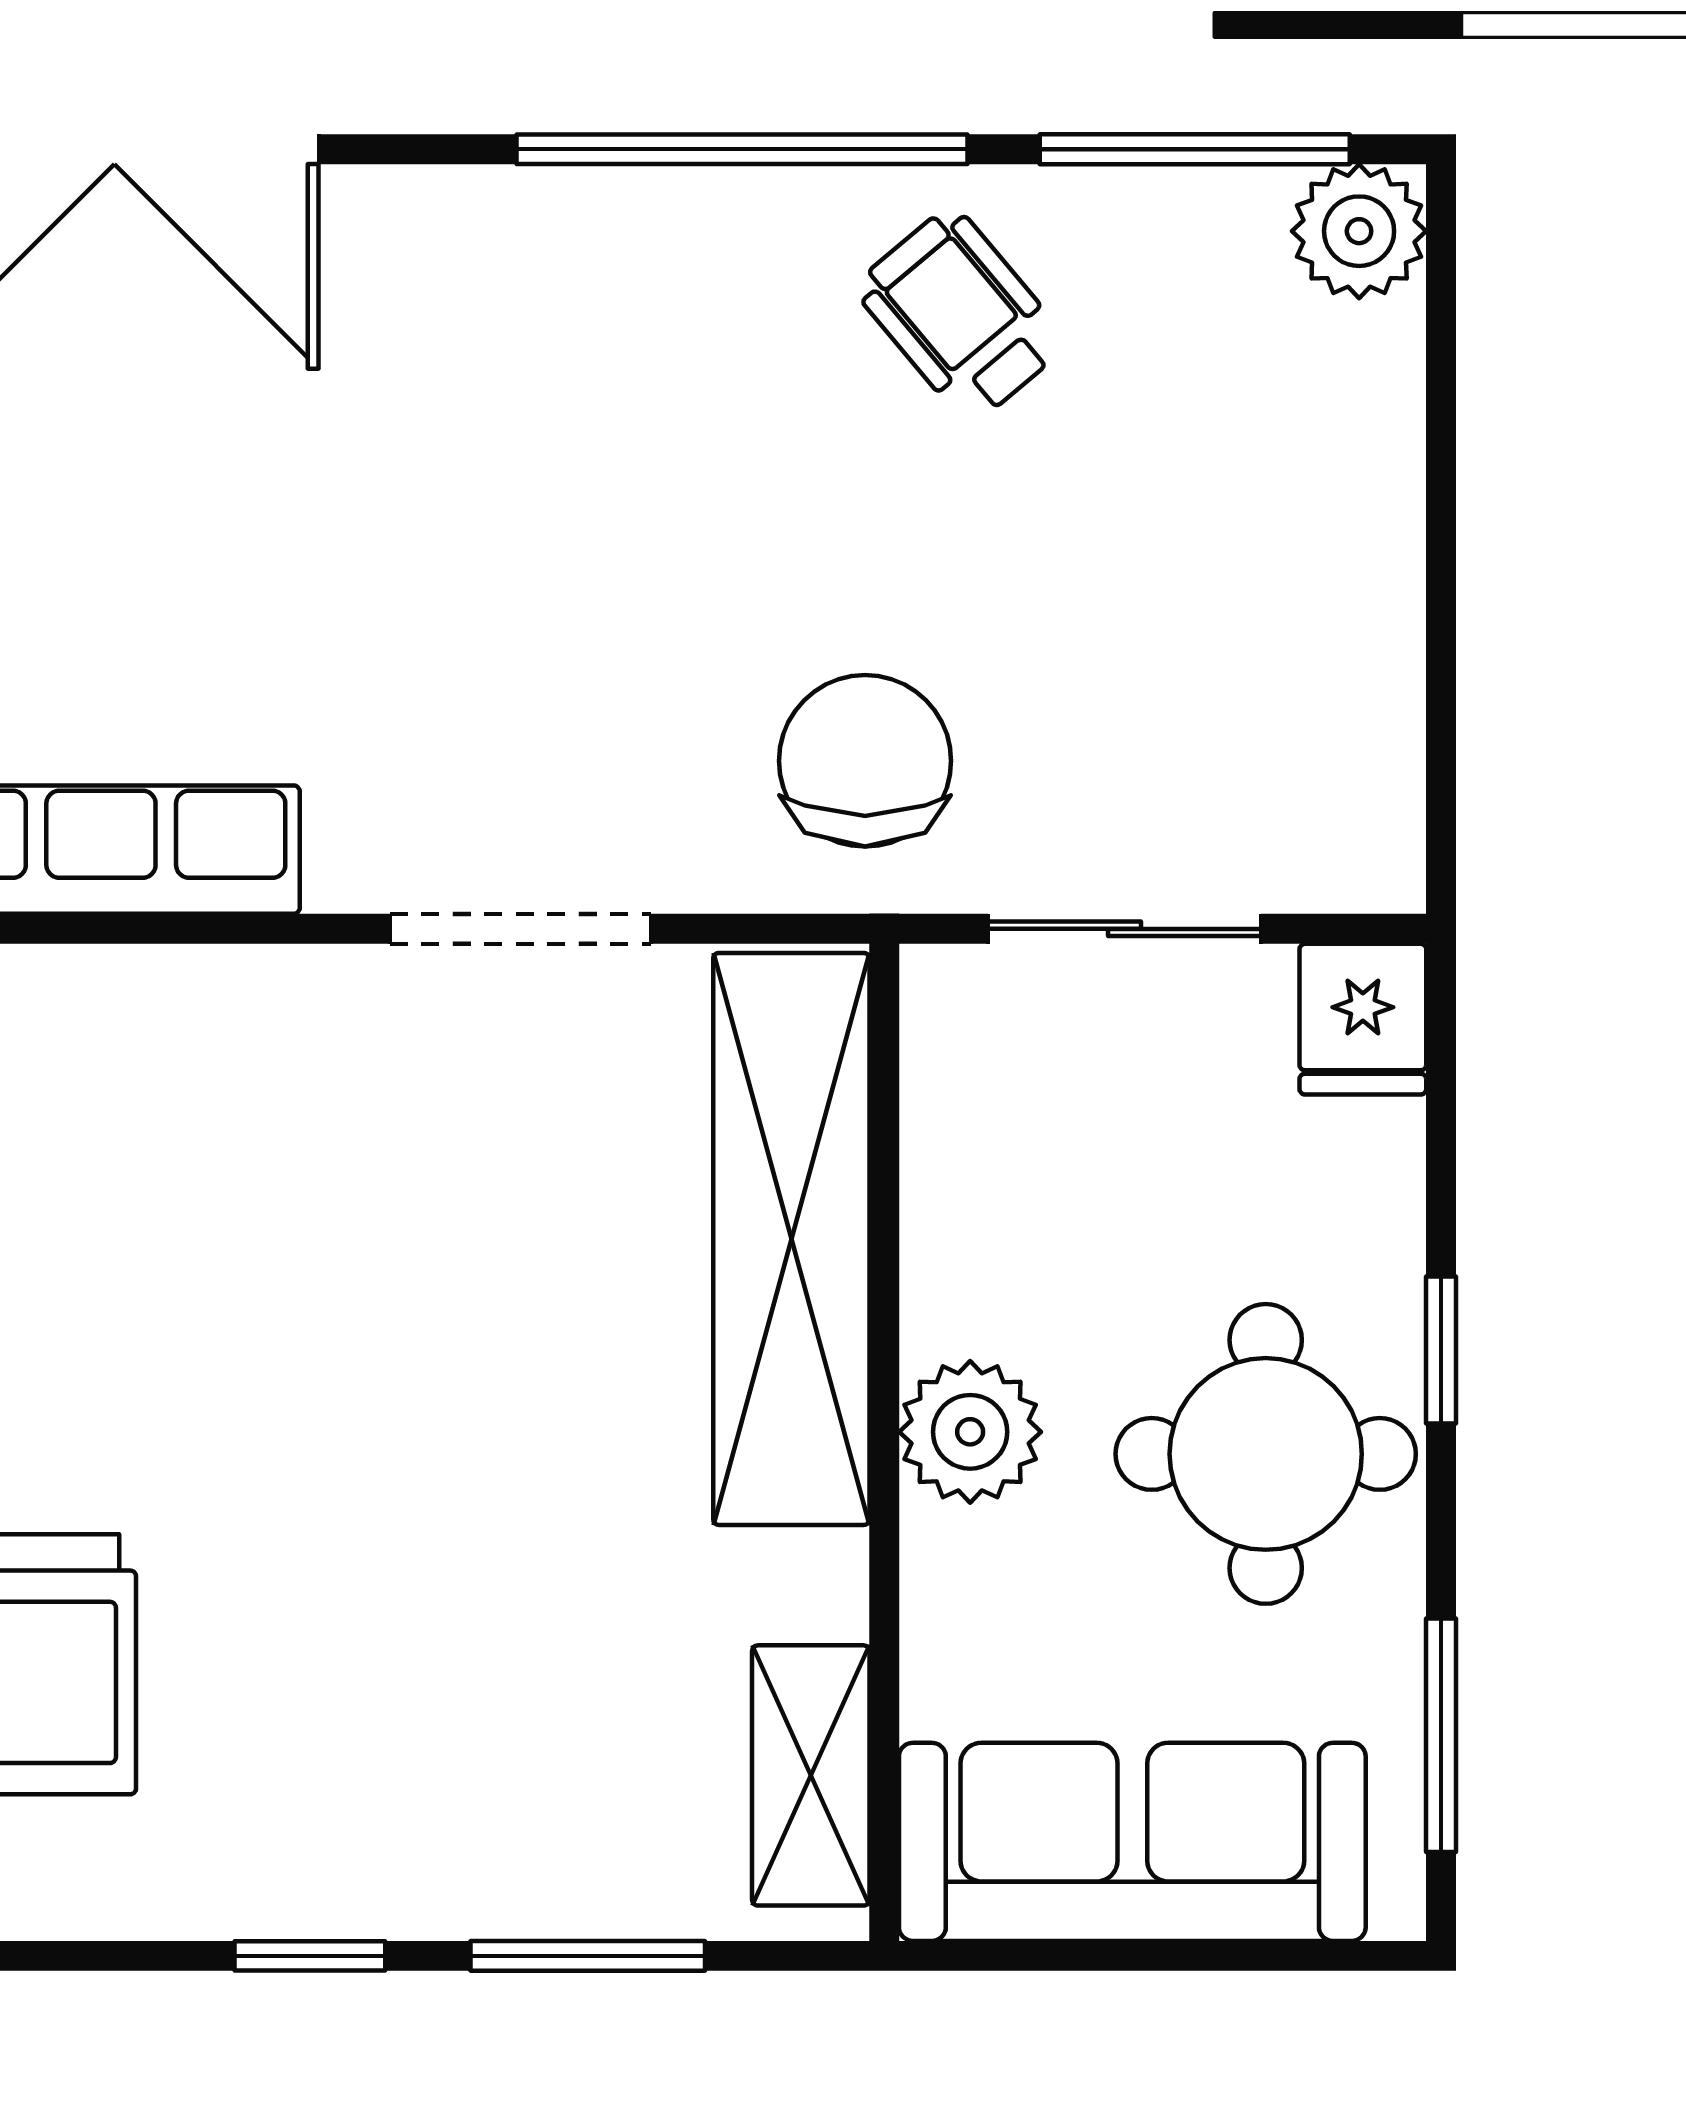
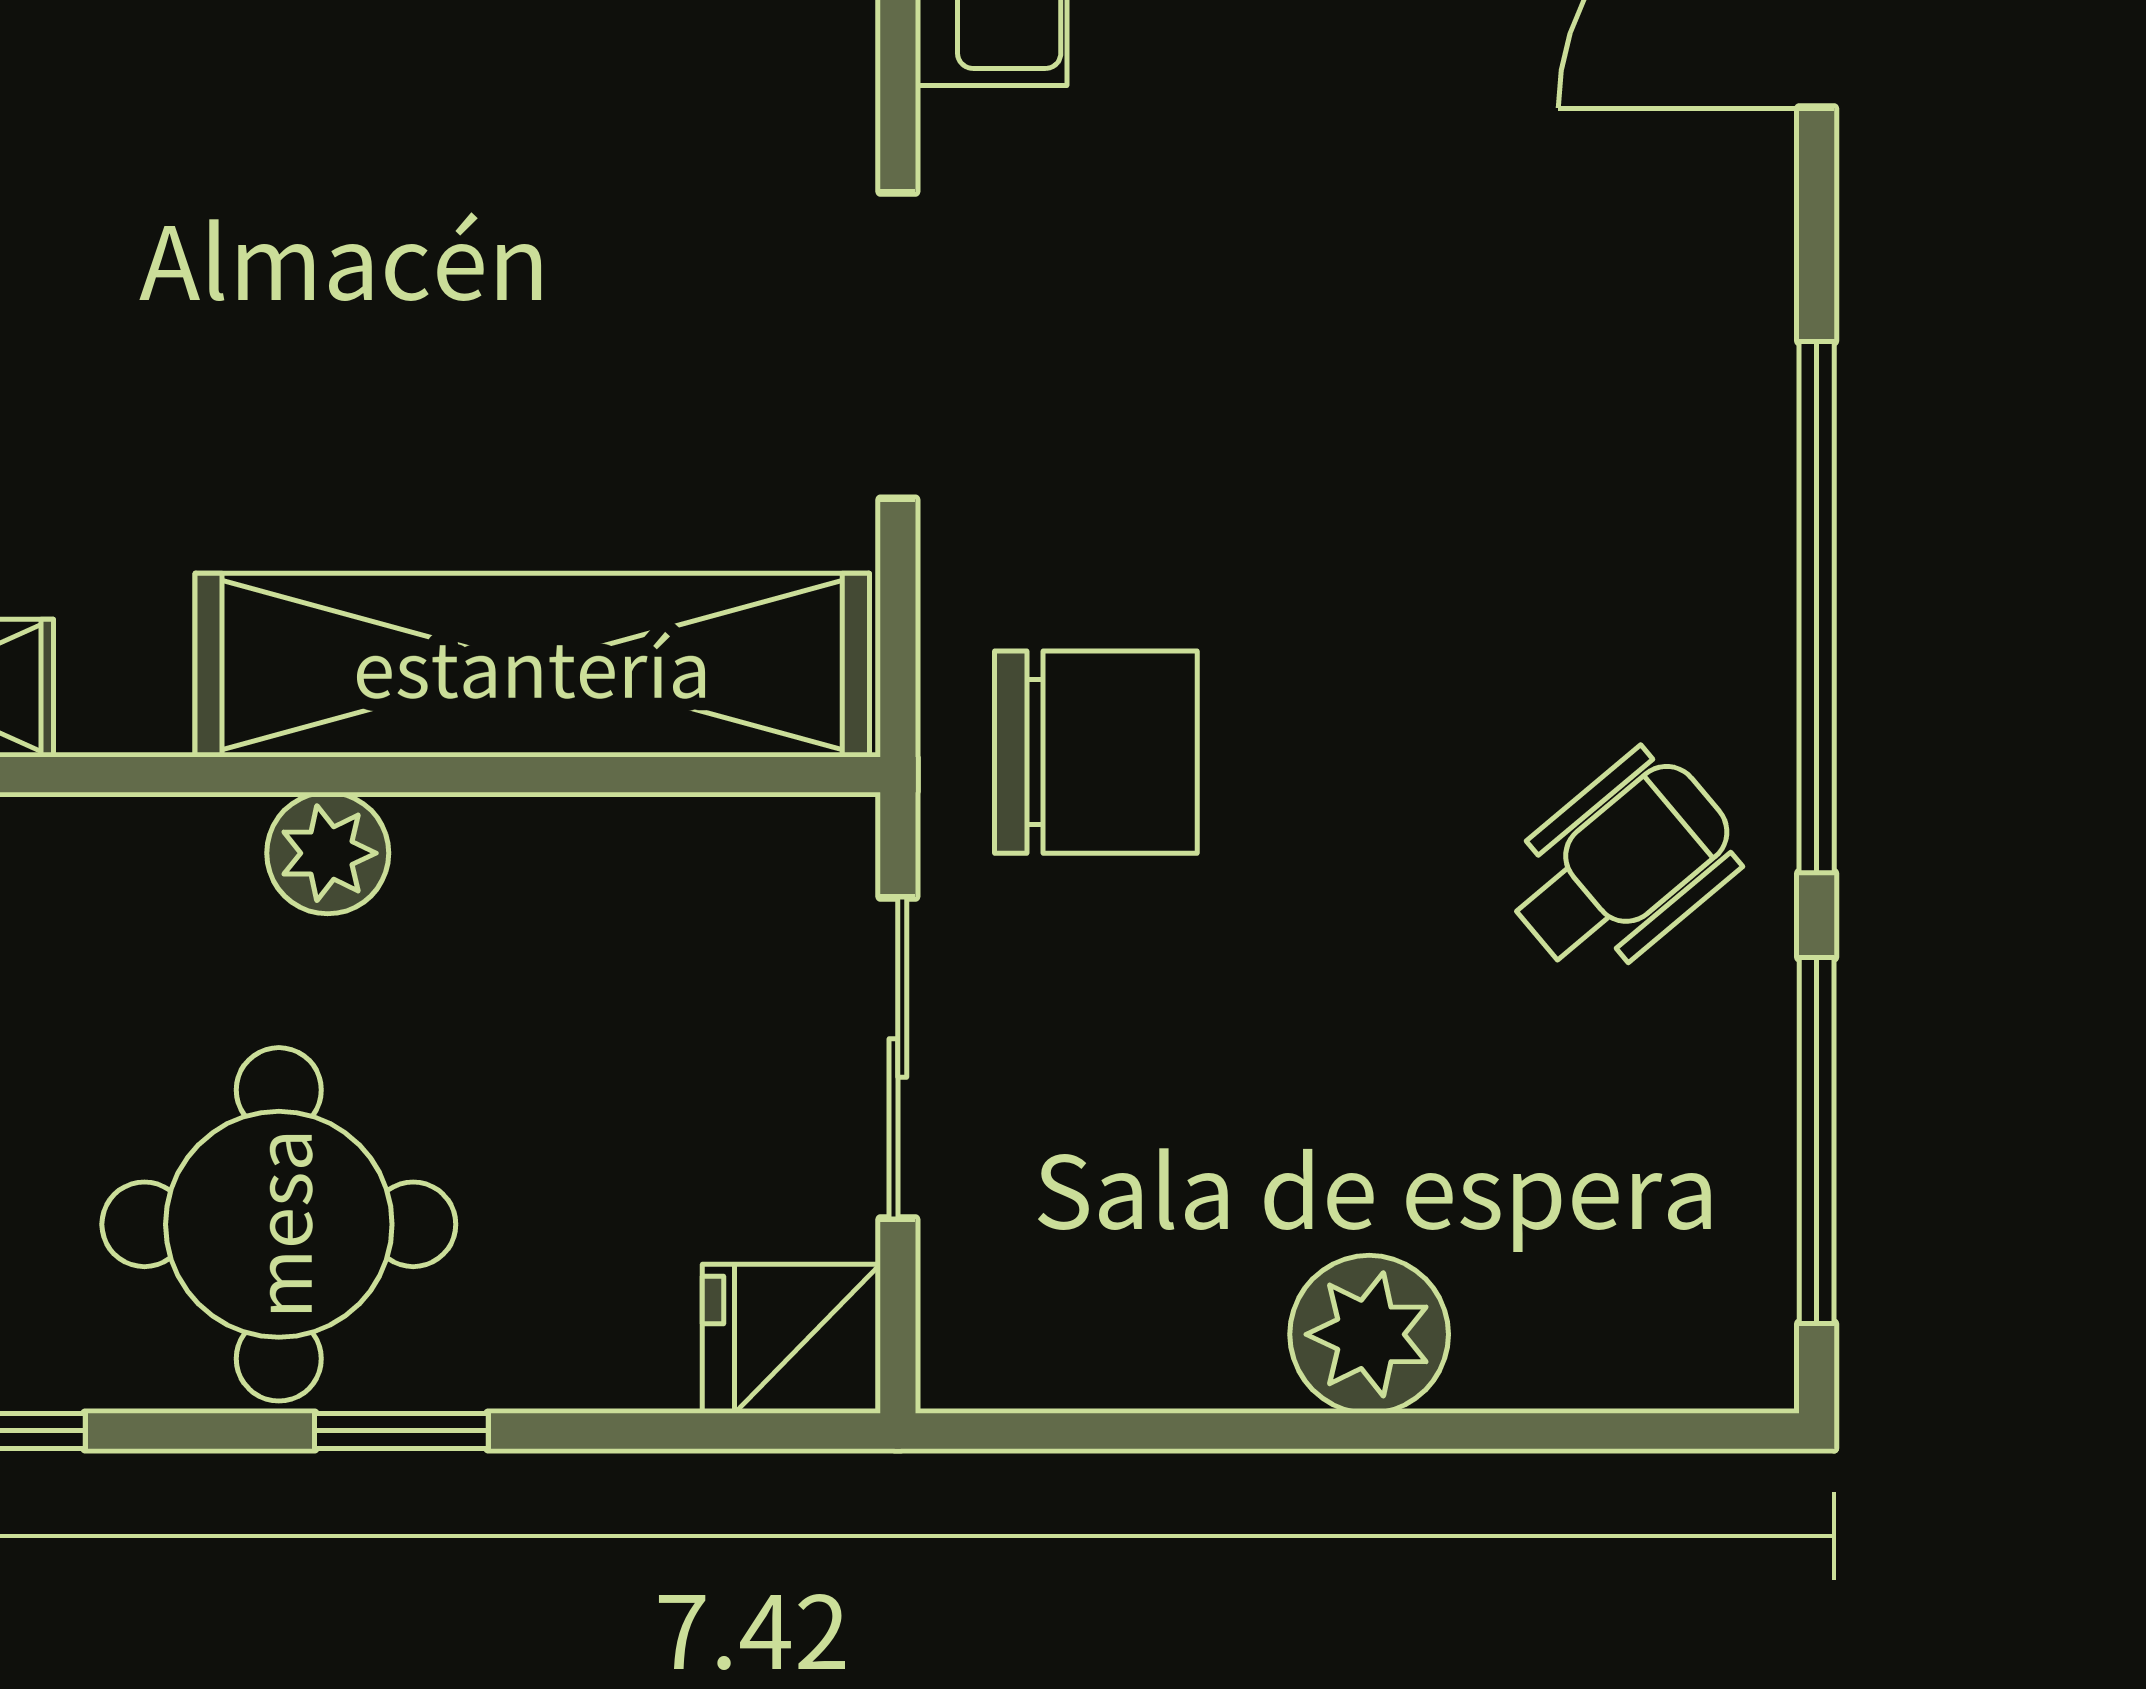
plant: (1359, 231) -> (1369, 1334), moved
plant: (970, 1432) -> (328, 853), width x0.73, depth x0.73

